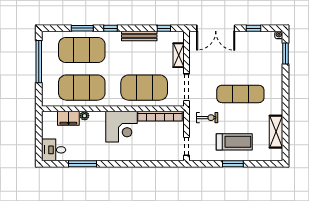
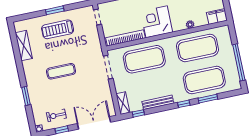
window: (286, 53) -> (26, 96), moved
shelving: (179, 55) -> (123, 103), moved
exercise mat: (240, 94) -> (61, 71), width x0.73, depth x0.69
filing cabinet: (68, 118) -> (217, 17), moved
exercise bike: (207, 118) -> (56, 115), moved

